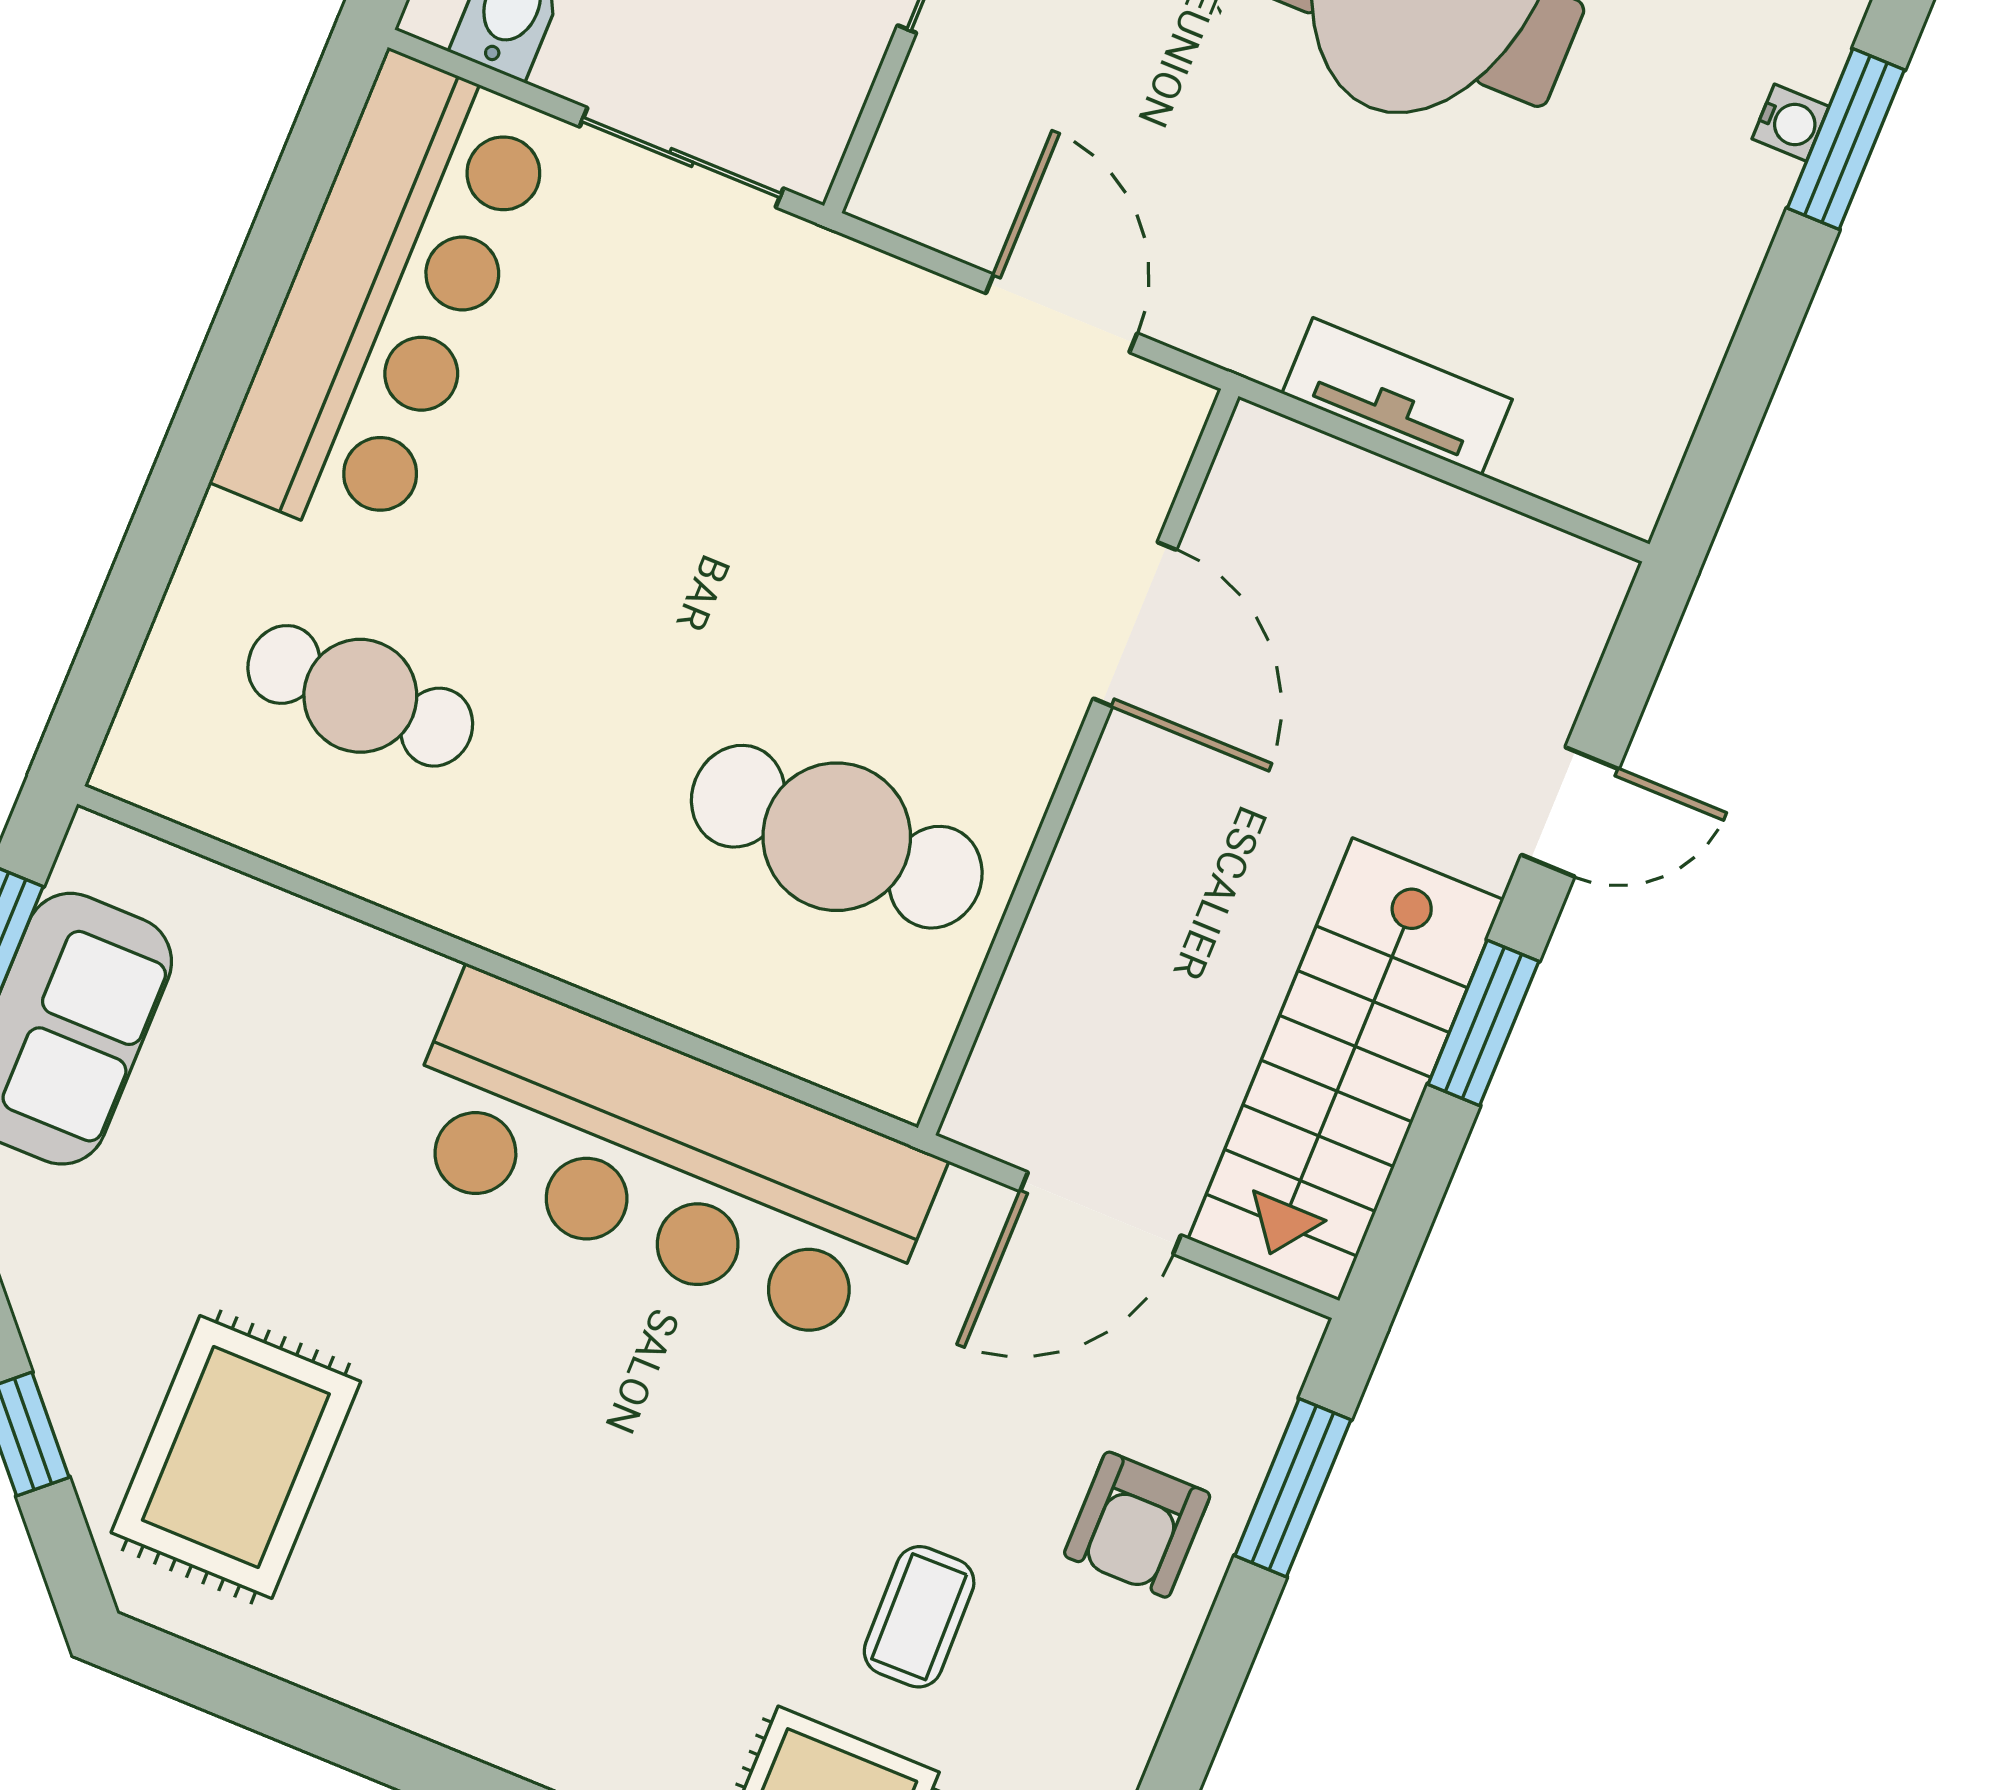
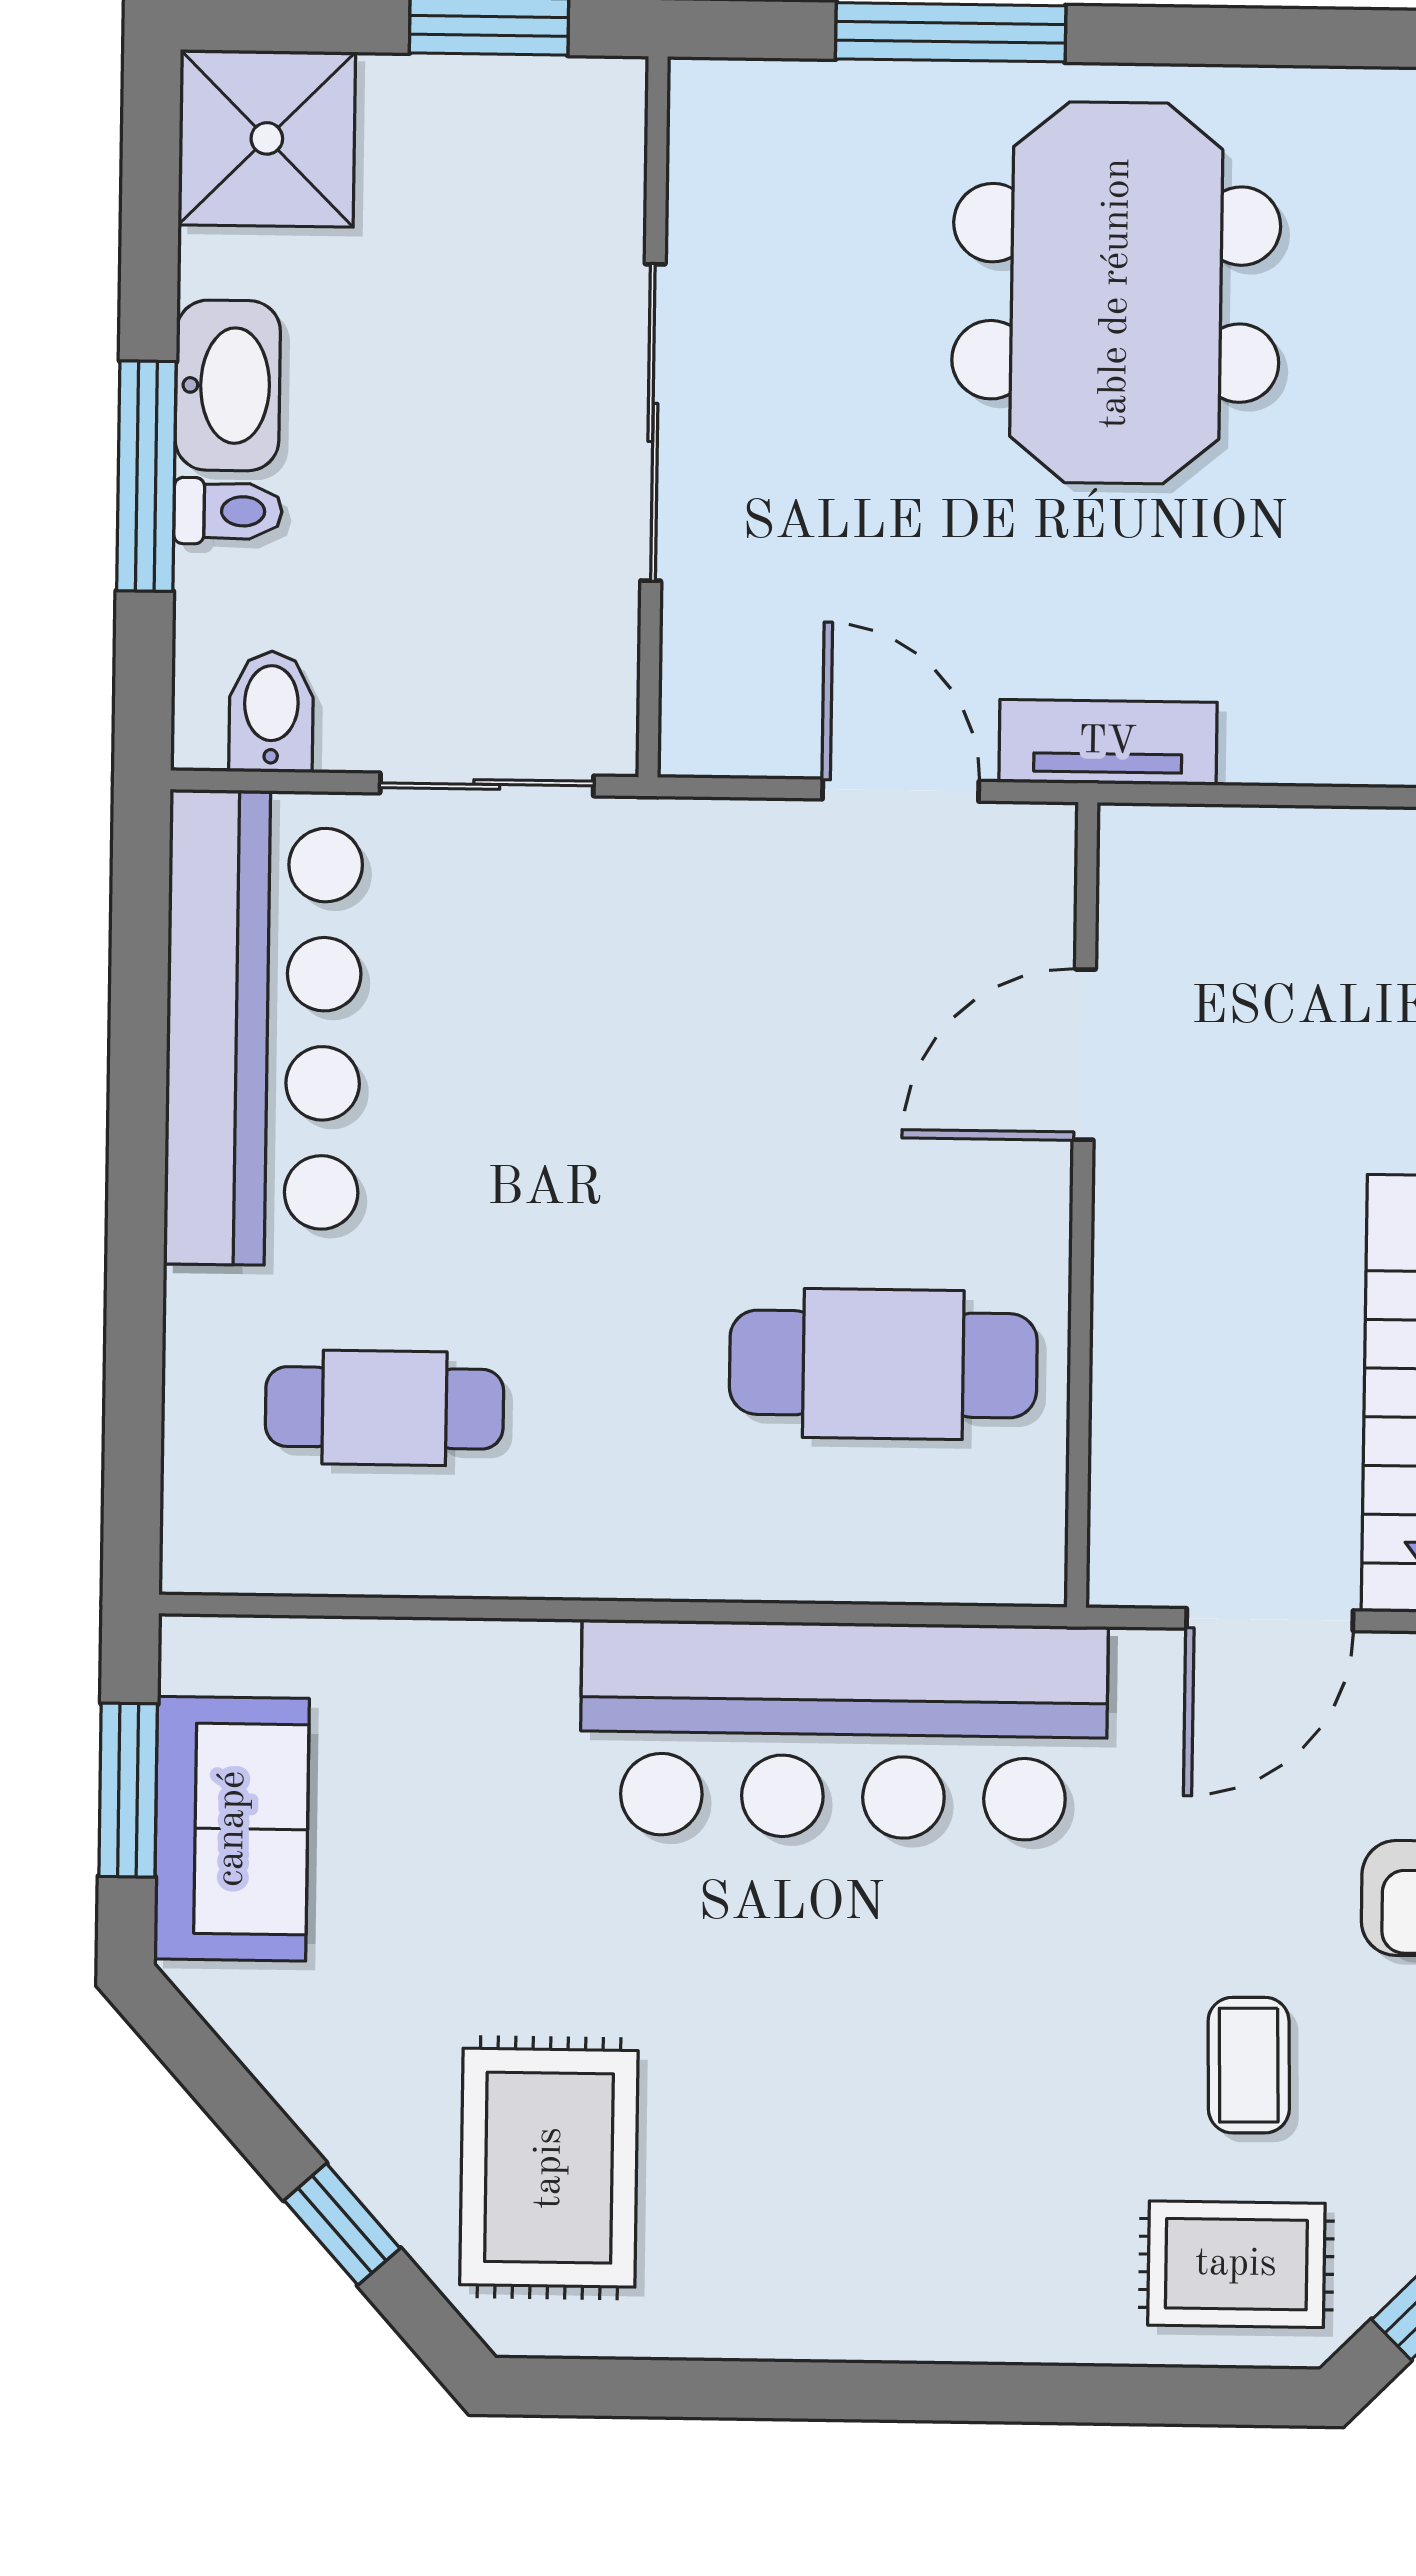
tv unit: (1397, 396) -> (1108, 742), moved
door: (1135, 624) -> (1084, 1055), swing flipped

